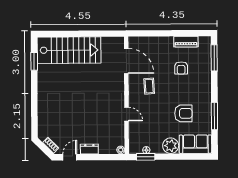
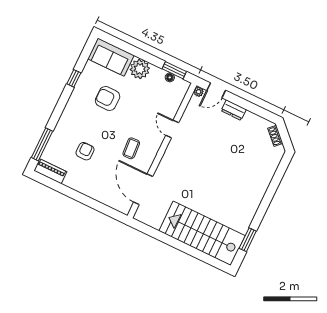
piano: (186, 42) -> (50, 171), moved
window: (214, 116) -> (74, 78), width x0.46
door: (70, 157) -> (216, 90), moved

